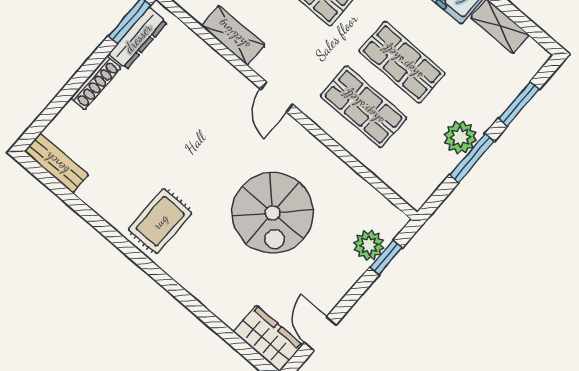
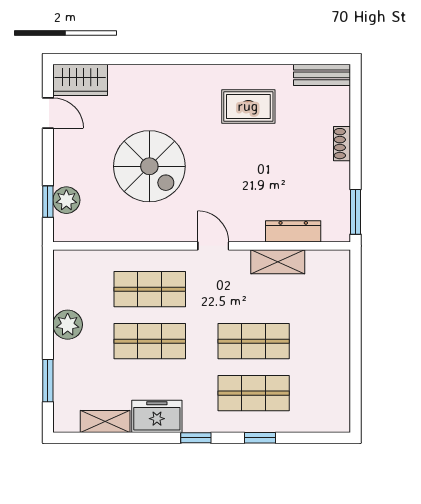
dresser: (138, 38) -> (293, 231), moved, turned 90
shoe rack: (96, 83) -> (342, 144), width x0.70
window: (472, 158) -> (48, 317), removed
spiral stairs: (273, 213) -> (149, 166), turned 180
rug: (160, 221) -> (248, 106), moved, turned 90

